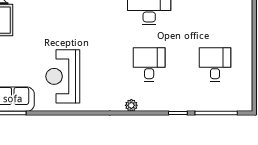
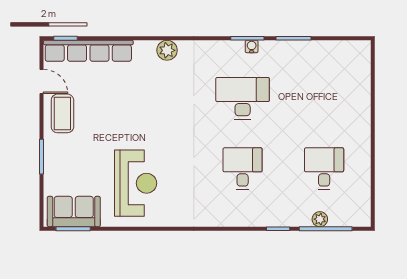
reception desk: (63, 76) -> (136, 183), turned 180
plant: (131, 105) -> (320, 219), moved

